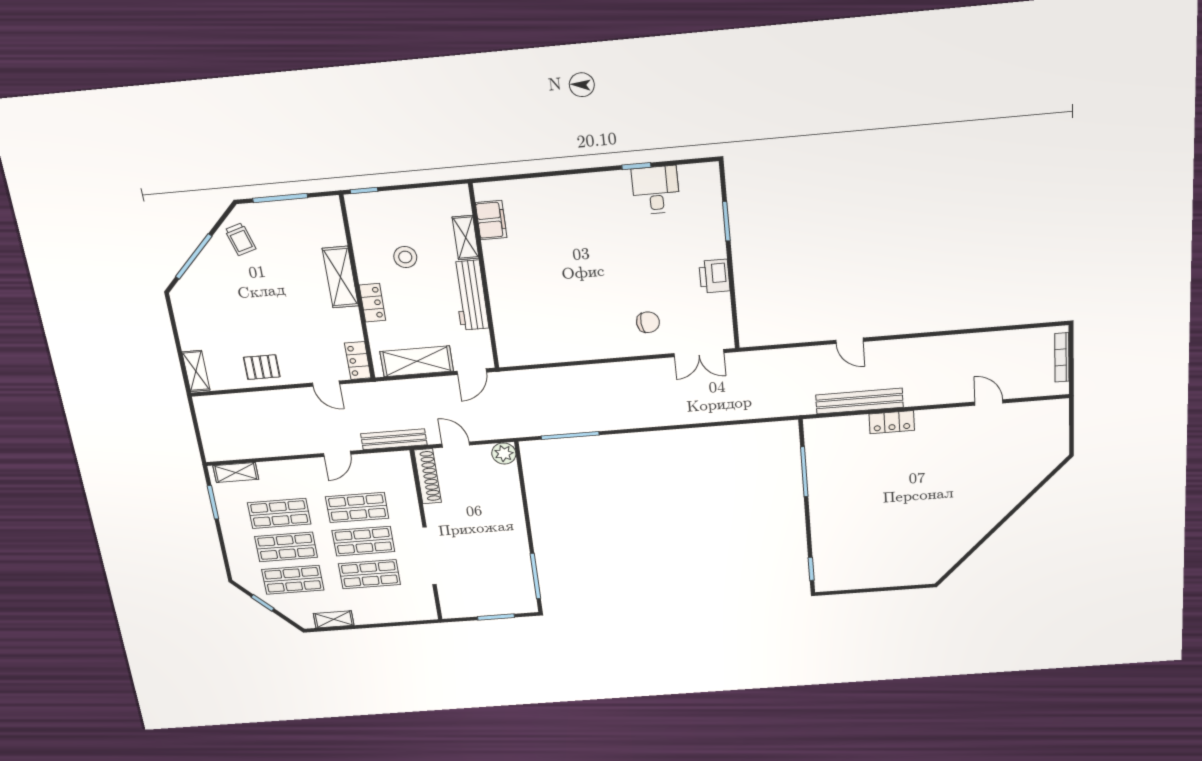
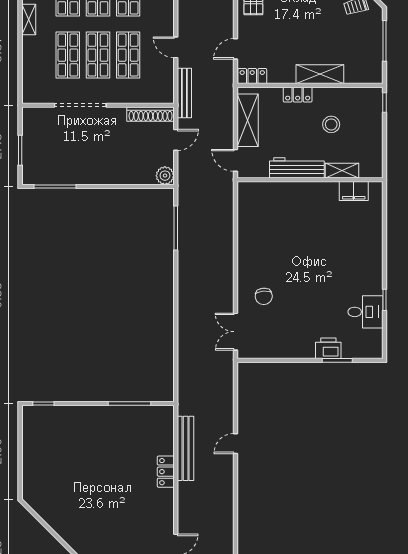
printer: (714, 276) -> (328, 348), moved

